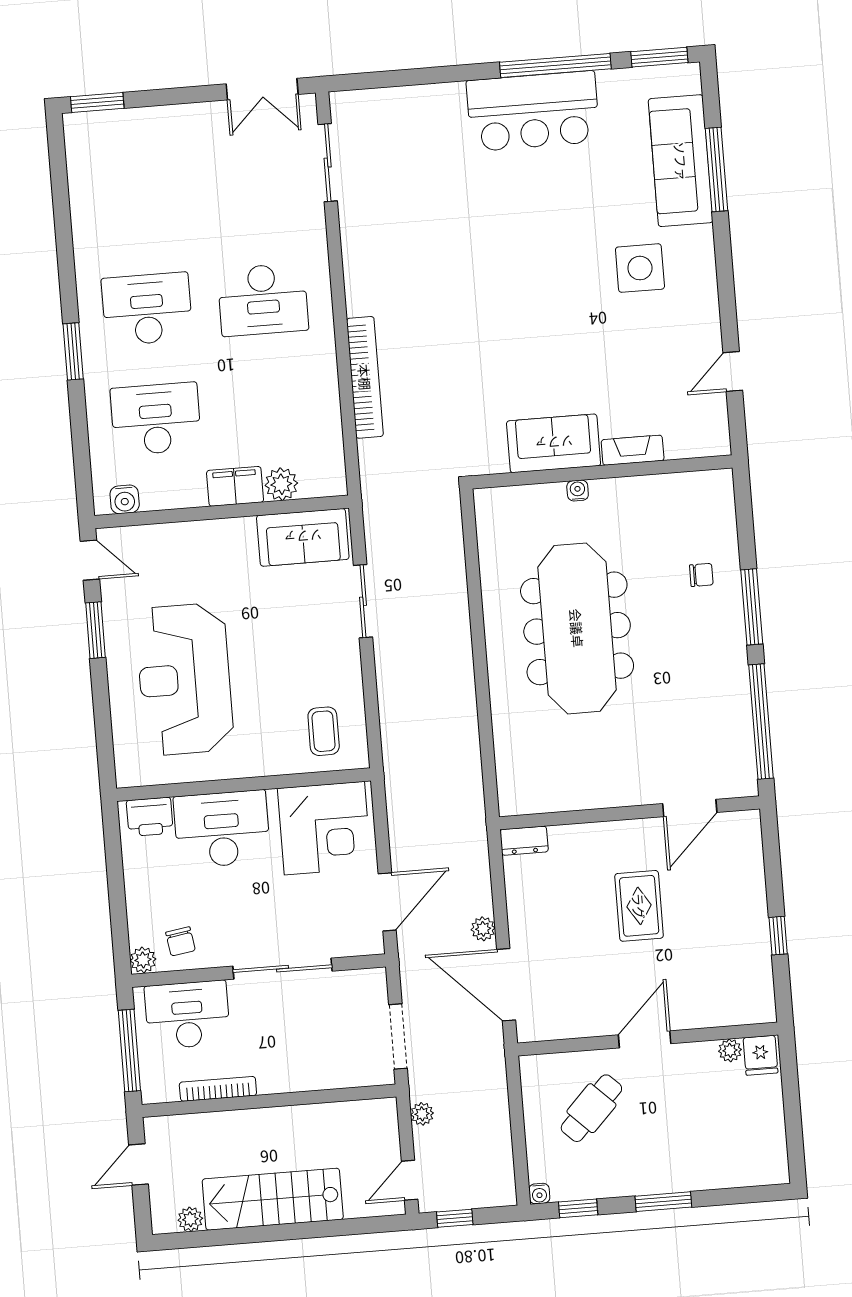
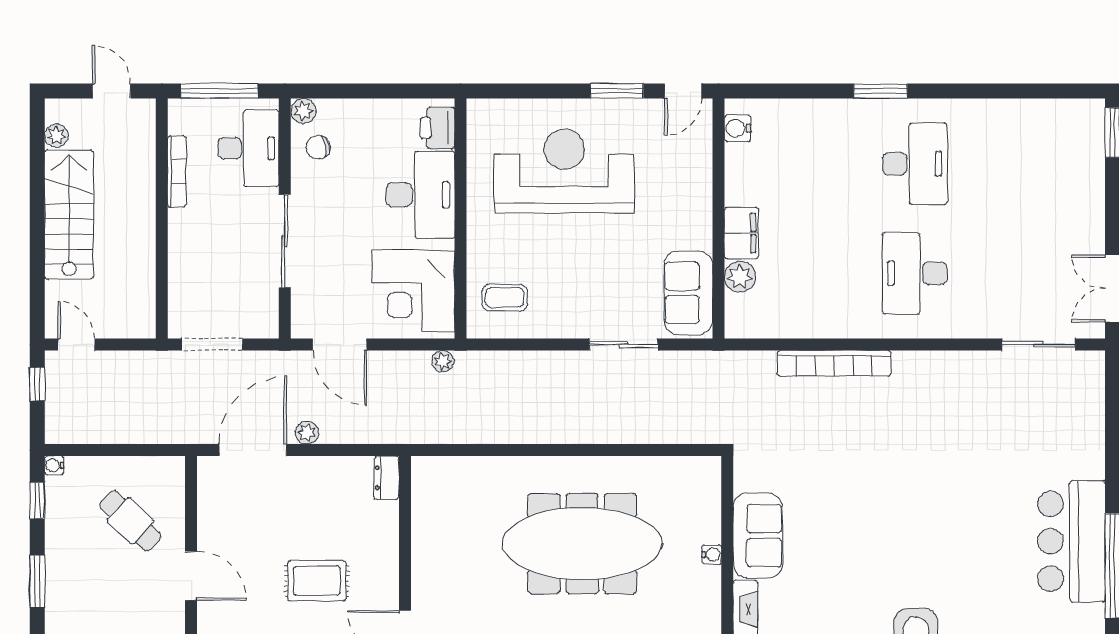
desk: (156, 419) -> (811, 164), removed
plant: (422, 1114) -> (443, 361), moved

